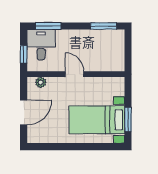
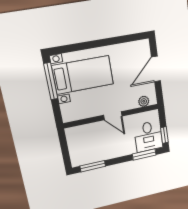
window: (24, 54) -> (164, 135), moved
window: (128, 119) -> (51, 81), width x1.44

